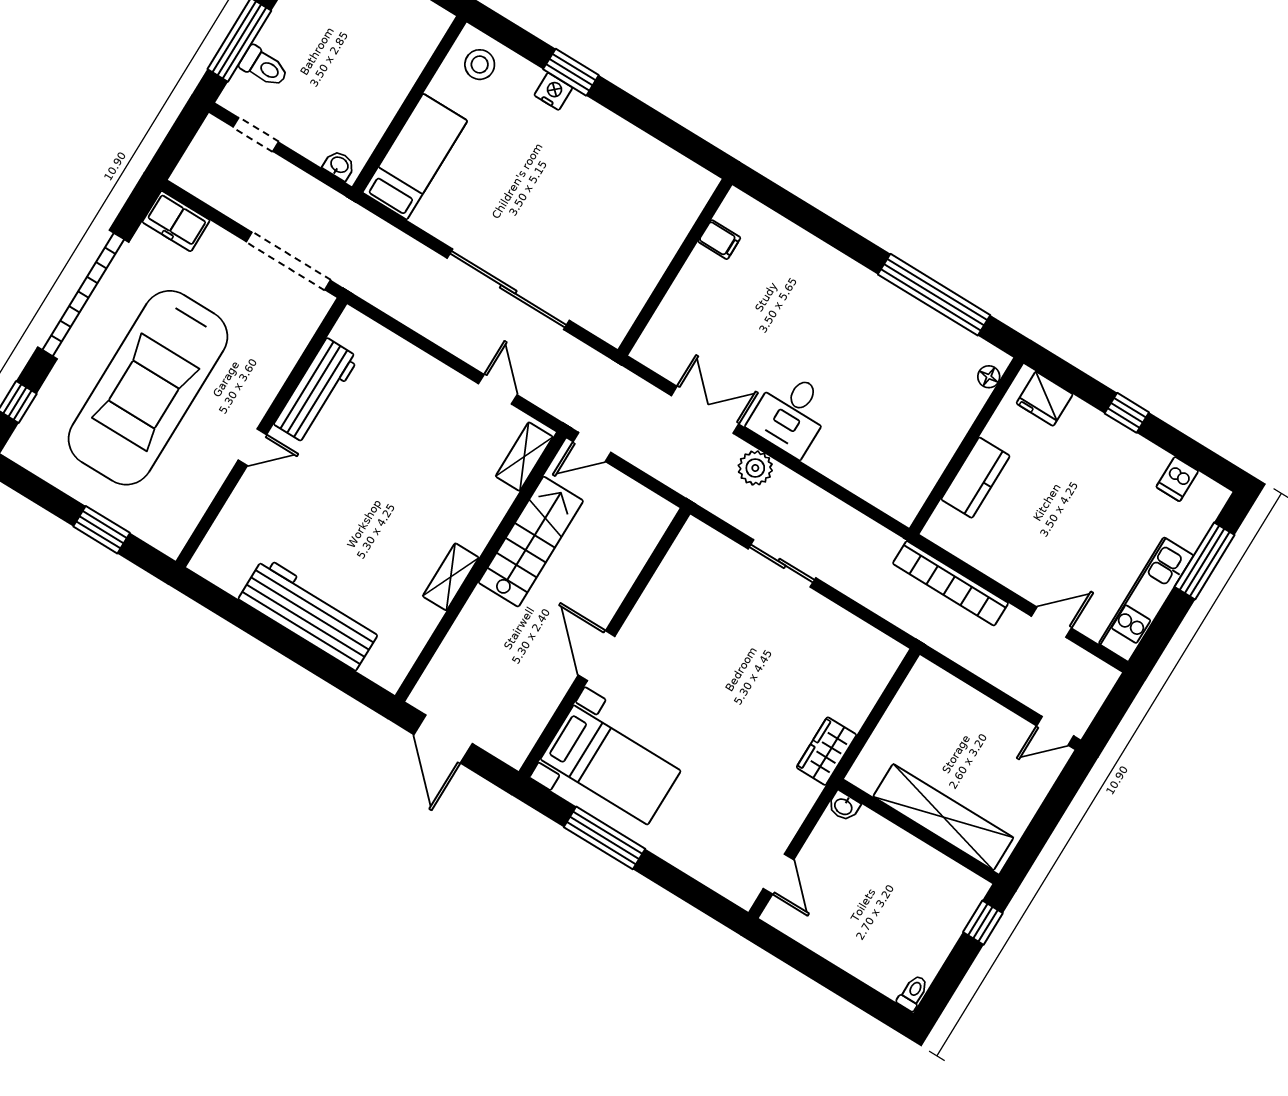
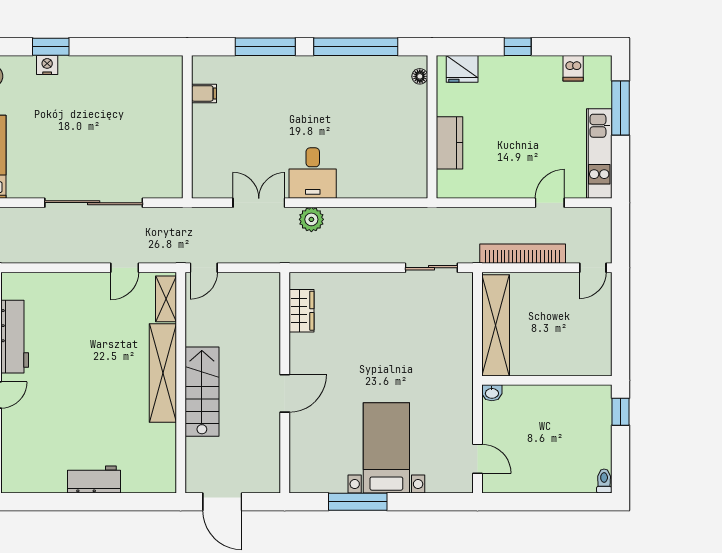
window: (826, 229) -> (265, 47), added
door: (498, 389) -> (125, 268), swing flipped
stairs: (531, 542) -> (202, 392), moved
sliding door: (782, 563) -> (431, 268), moved
shelving: (451, 577) -> (163, 373), width x2.20, depth x1.33
bookcase: (951, 583) -> (523, 254), moved, turned 180
workbench: (310, 614) -> (94, 479), width x0.53, depth x0.76
door: (597, 656) -> (285, 393), swing flipped
wardrobe: (826, 751) -> (301, 311), moved, turned 180
bed with nightstands: (611, 765) -> (386, 448), moved, turned -90
shelving: (943, 817) -> (496, 325), moved, turned 90

